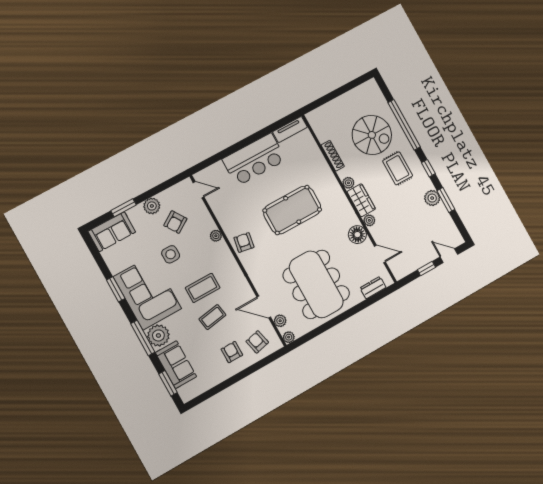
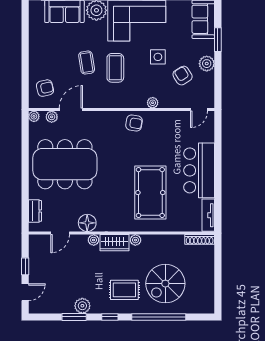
shoe rack: (333, 156) -> (200, 239), moved
pool table: (292, 210) -> (150, 193), moved
armchair: (232, 352) -> (49, 62), removed

